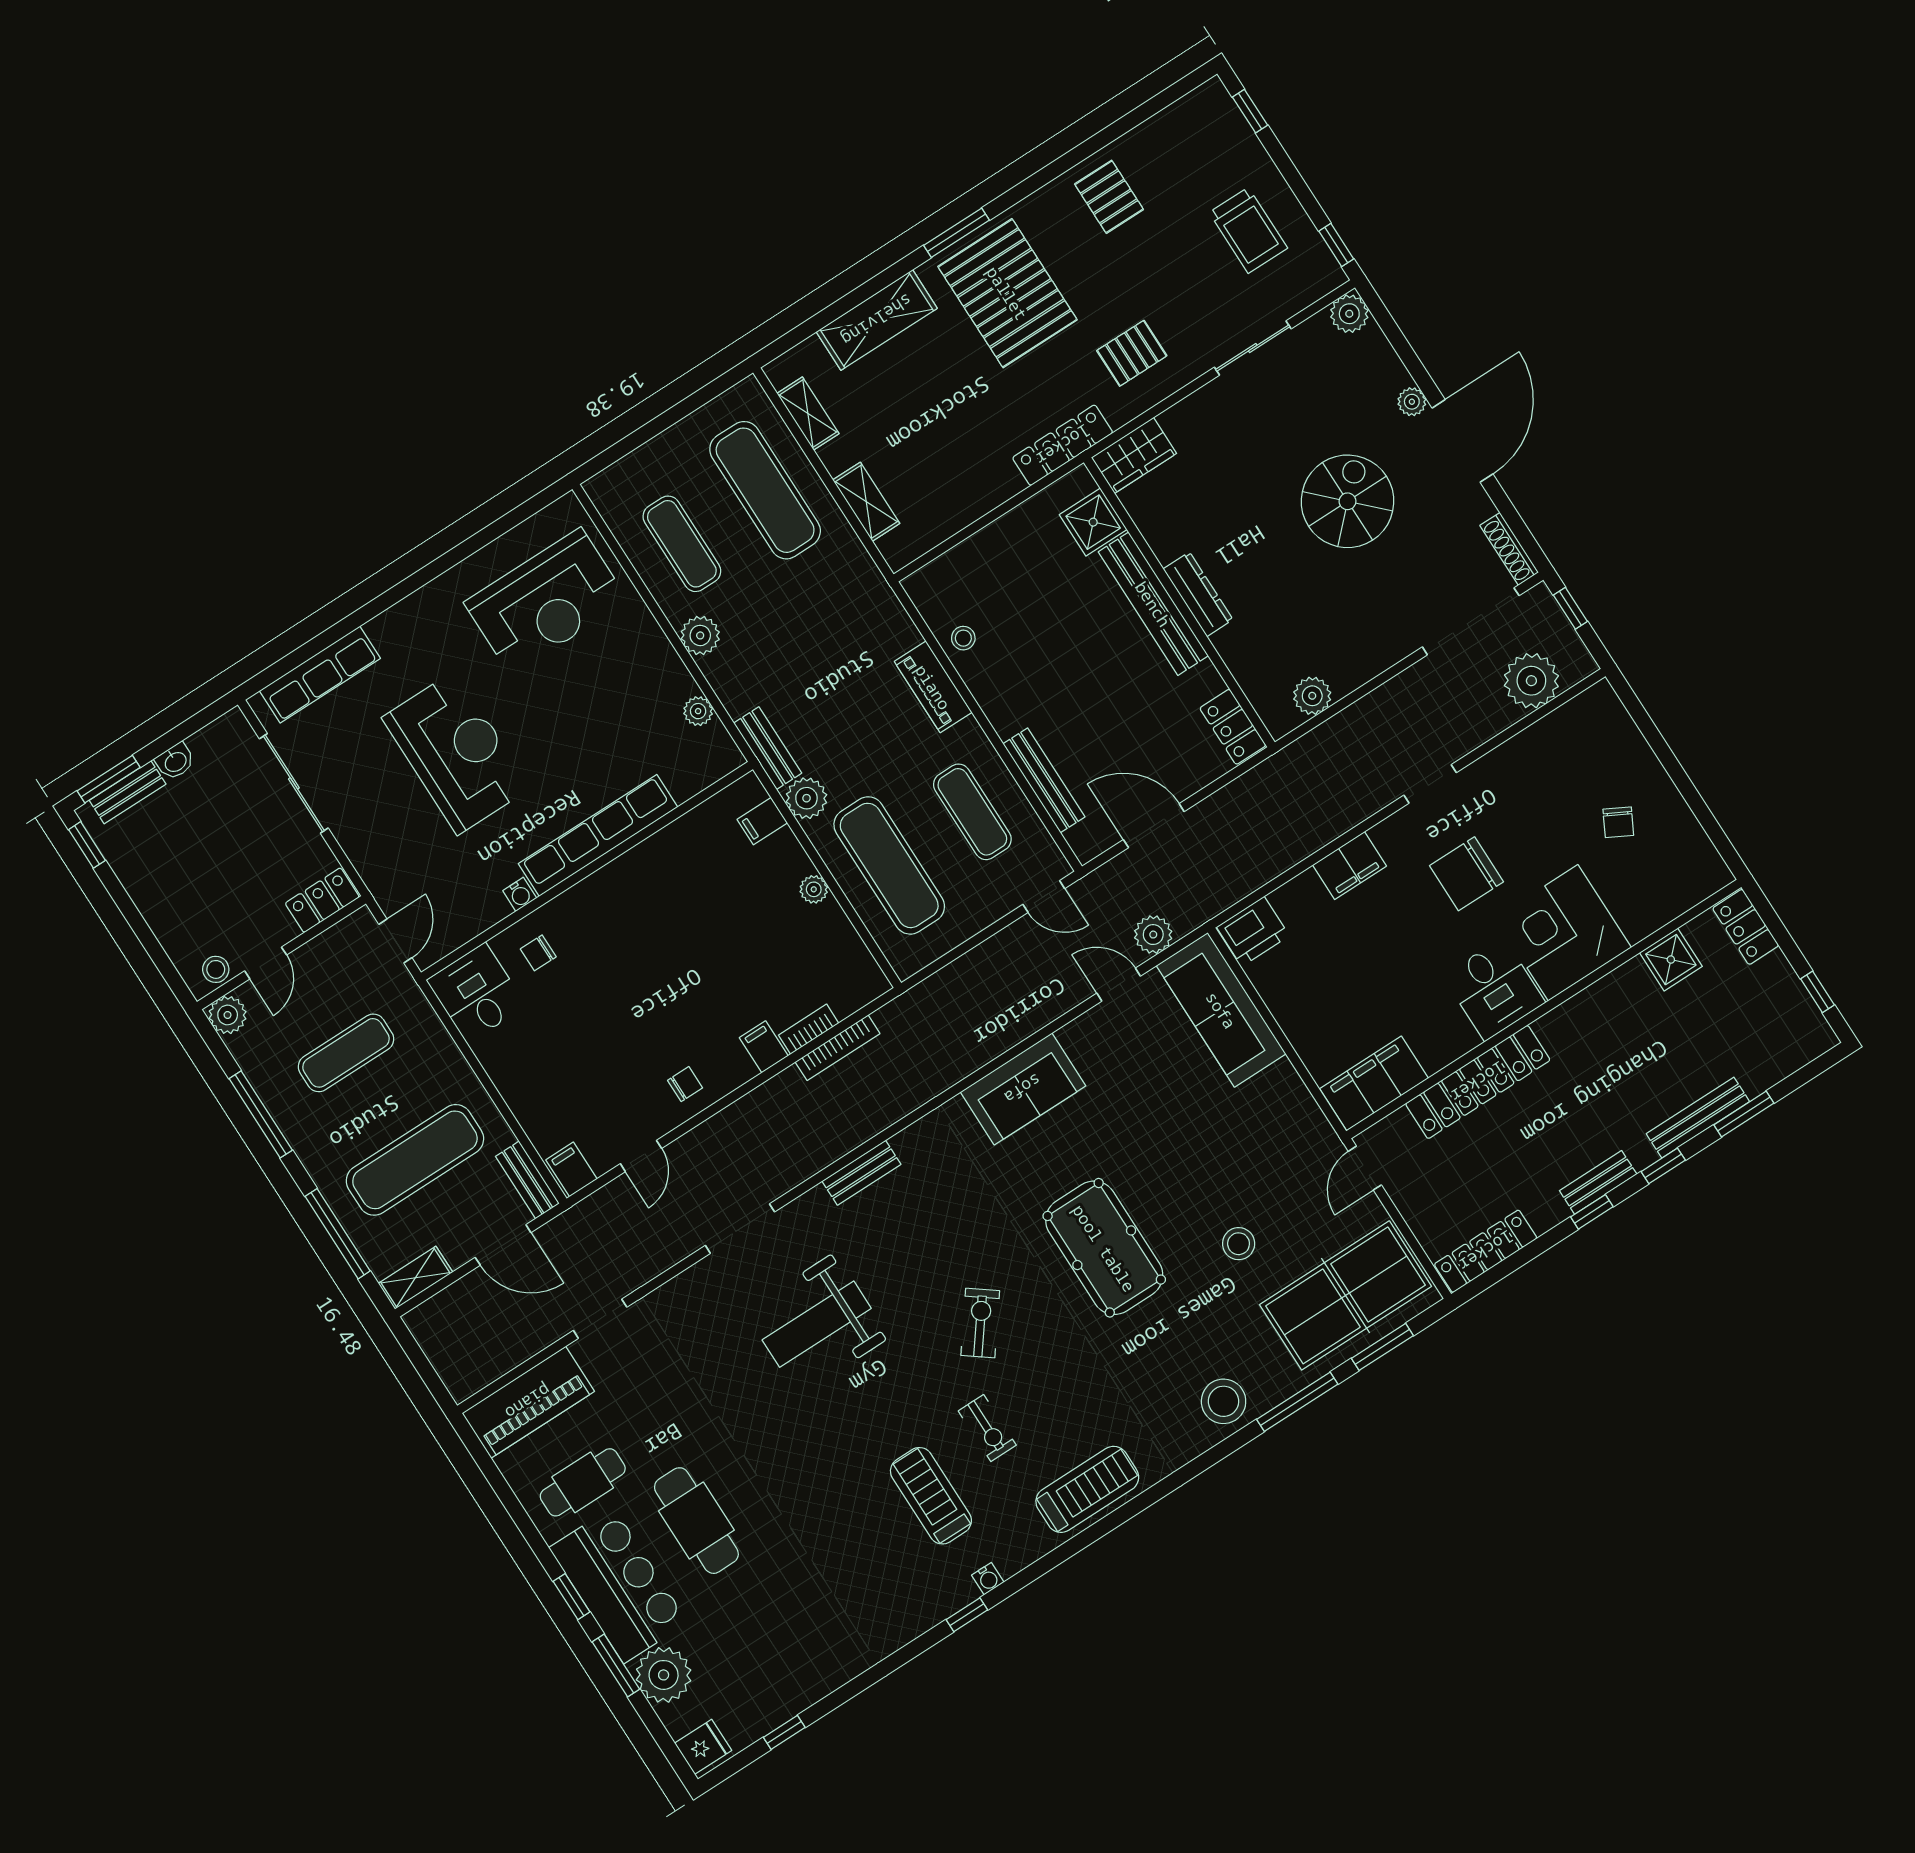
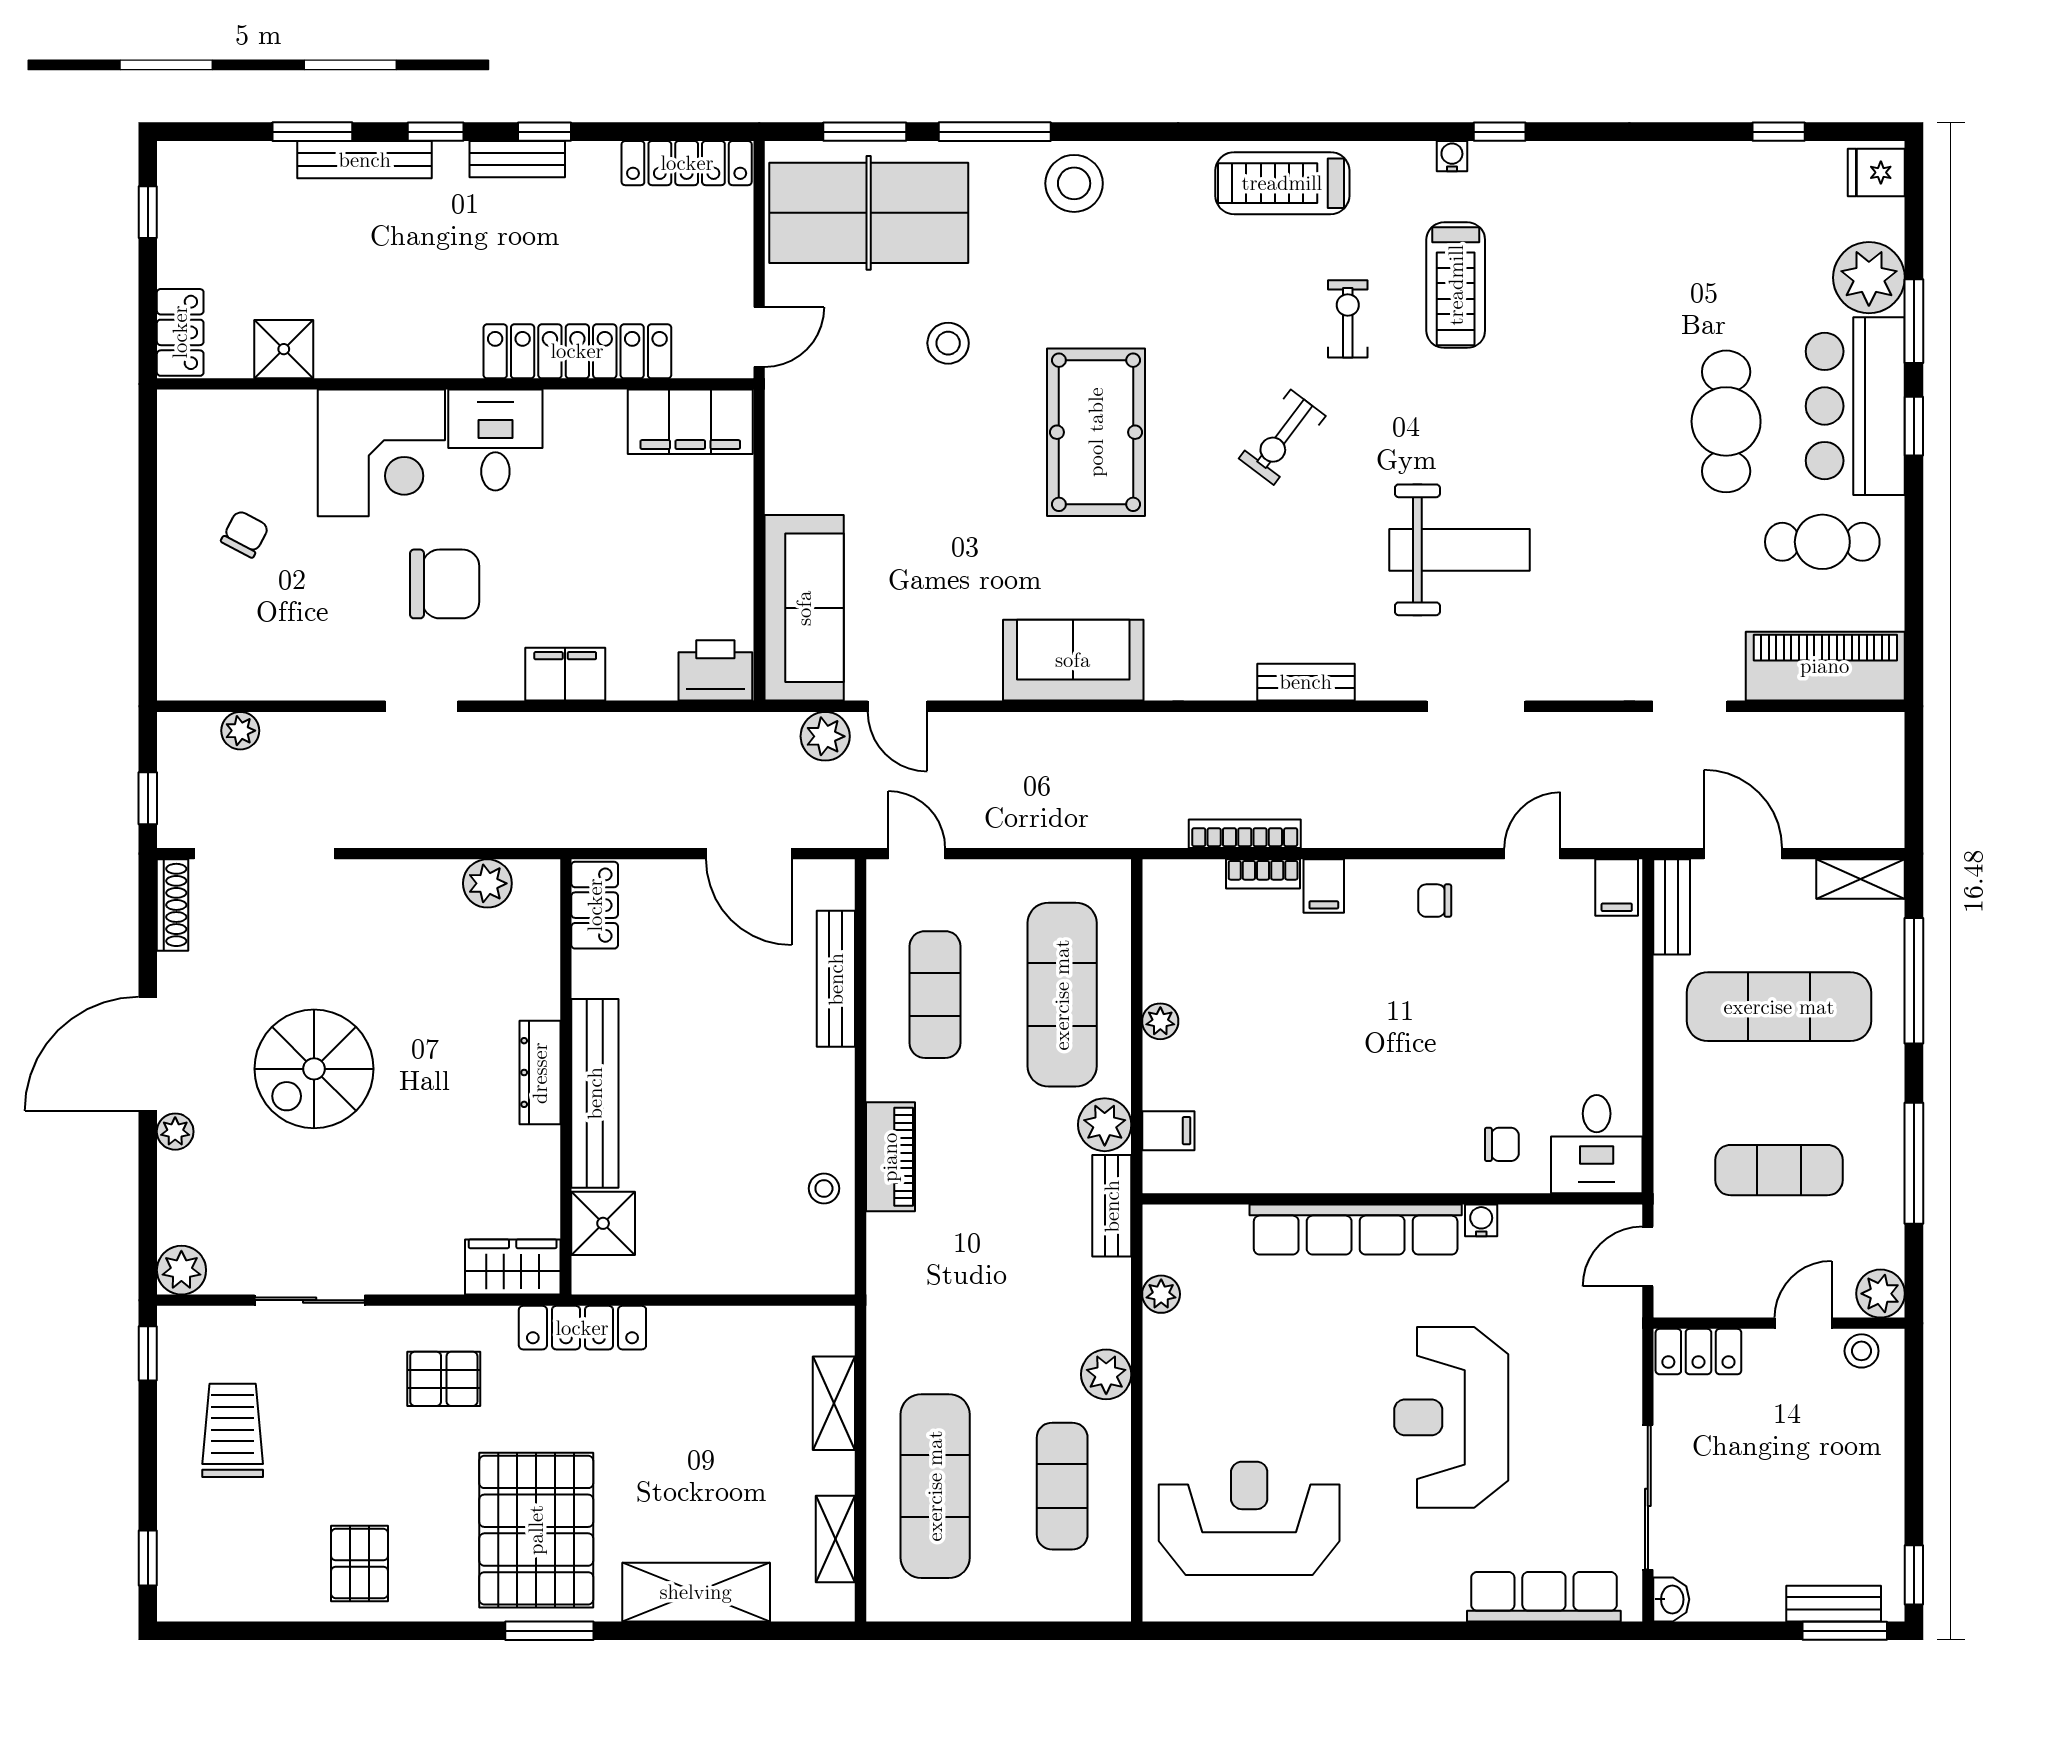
plant: (1531, 681) -> (240, 731), width x0.53, depth x0.53
washbasin: (175, 761) -> (1671, 1599), moved, turned 90

